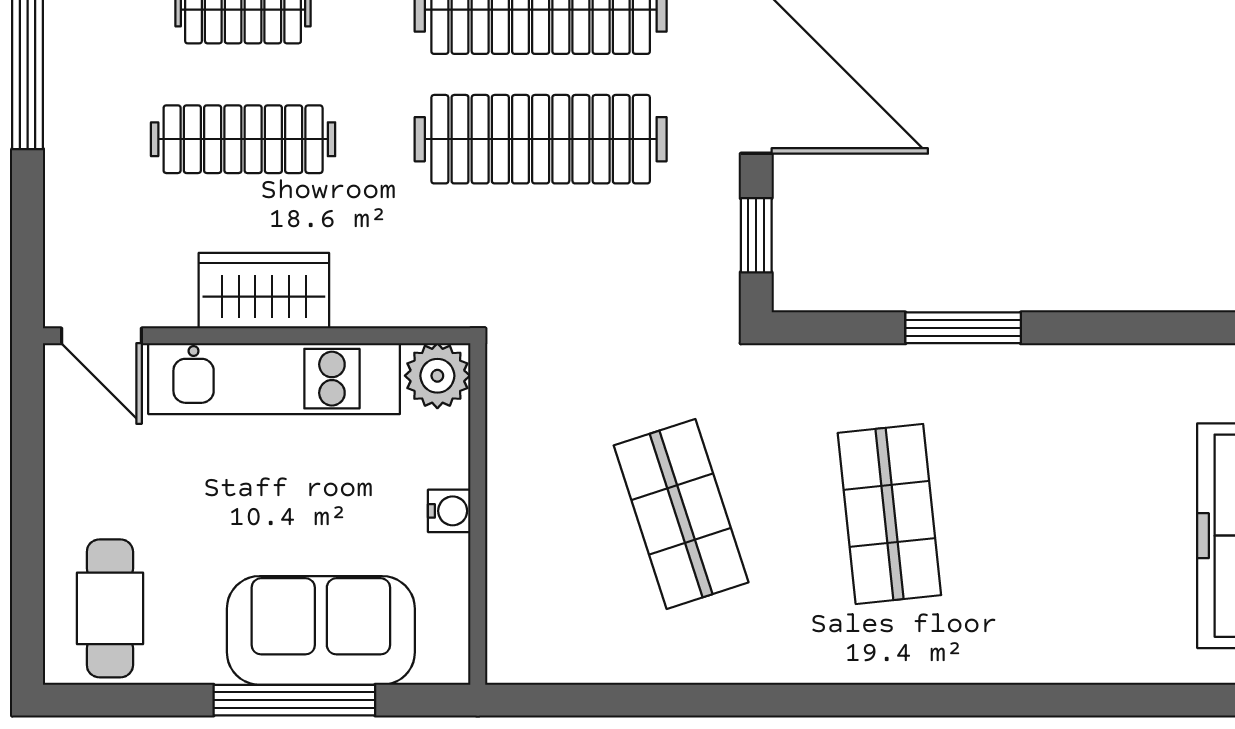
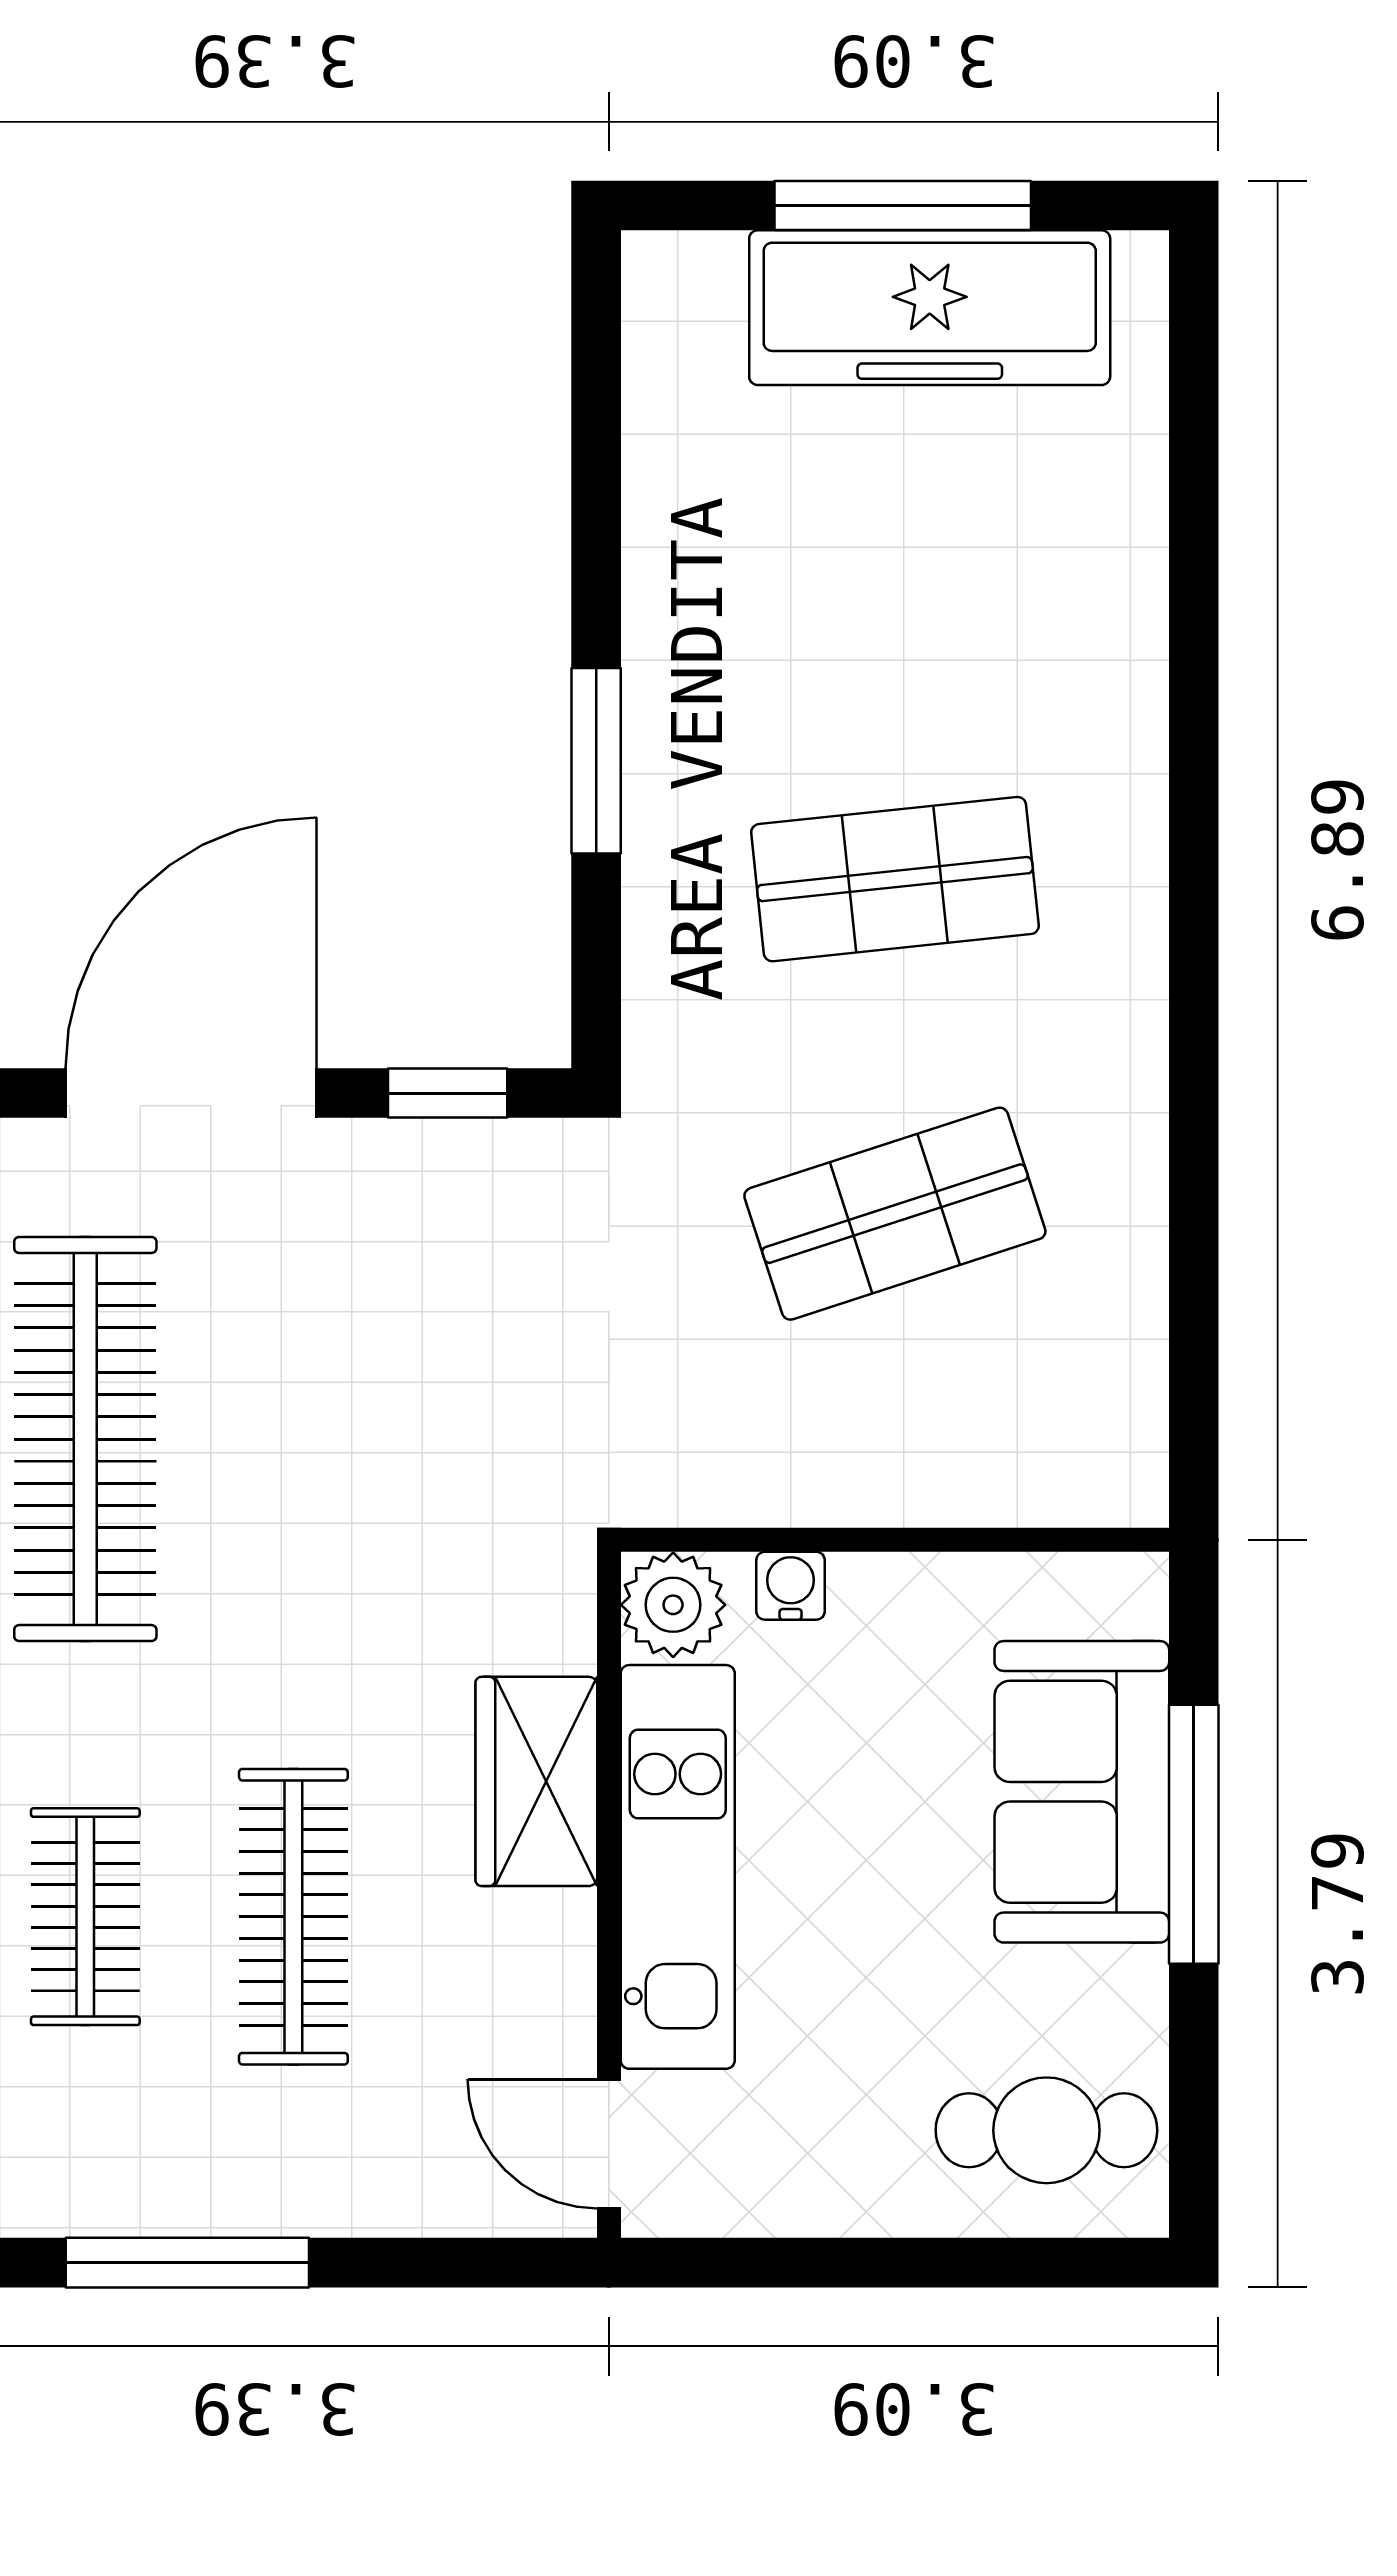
clothes rail: (541, 139) -> (293, 1439), removed
wardrobe: (264, 291) -> (536, 1781), moved
door: (102, 336) -> (609, 2144), swing flipped
water cooler: (449, 511) -> (791, 1586), moved

